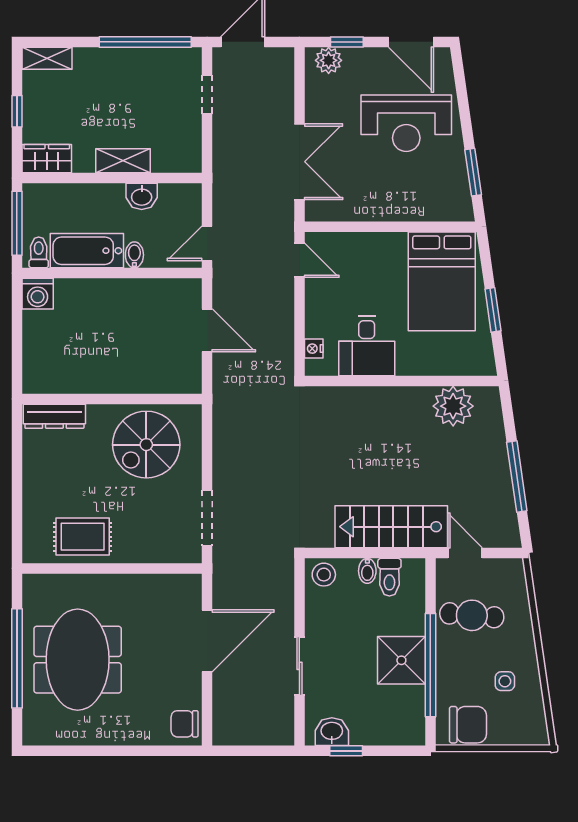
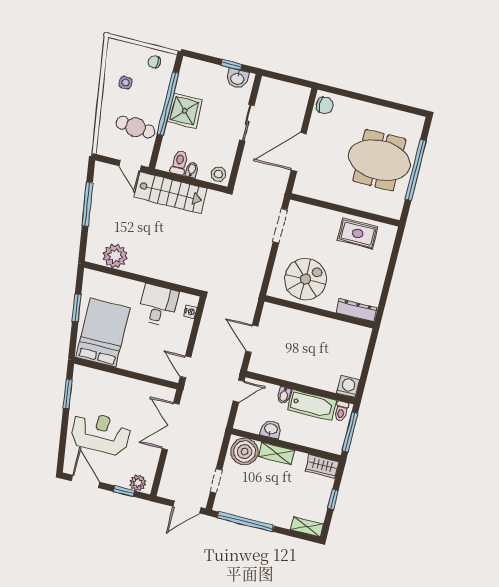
boiler: (174, 151) -> (245, 452), added
meeting table: (78, 660) -> (379, 160), turned 90
chair: (468, 725) -> (154, 62), width x0.54, depth x0.54

